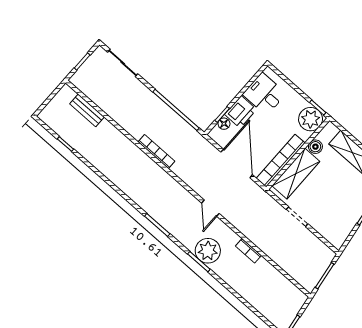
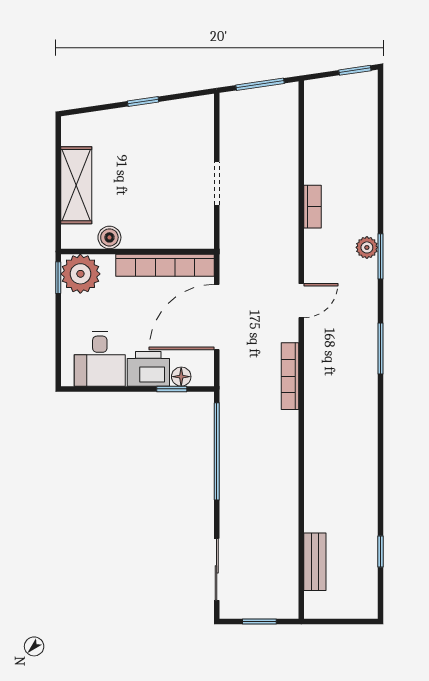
bookcase: (156, 152) -> (290, 376), moved
shelving: (296, 174) -> (164, 232), removed
plant: (208, 251) -> (367, 247), width x0.53, depth x0.53

